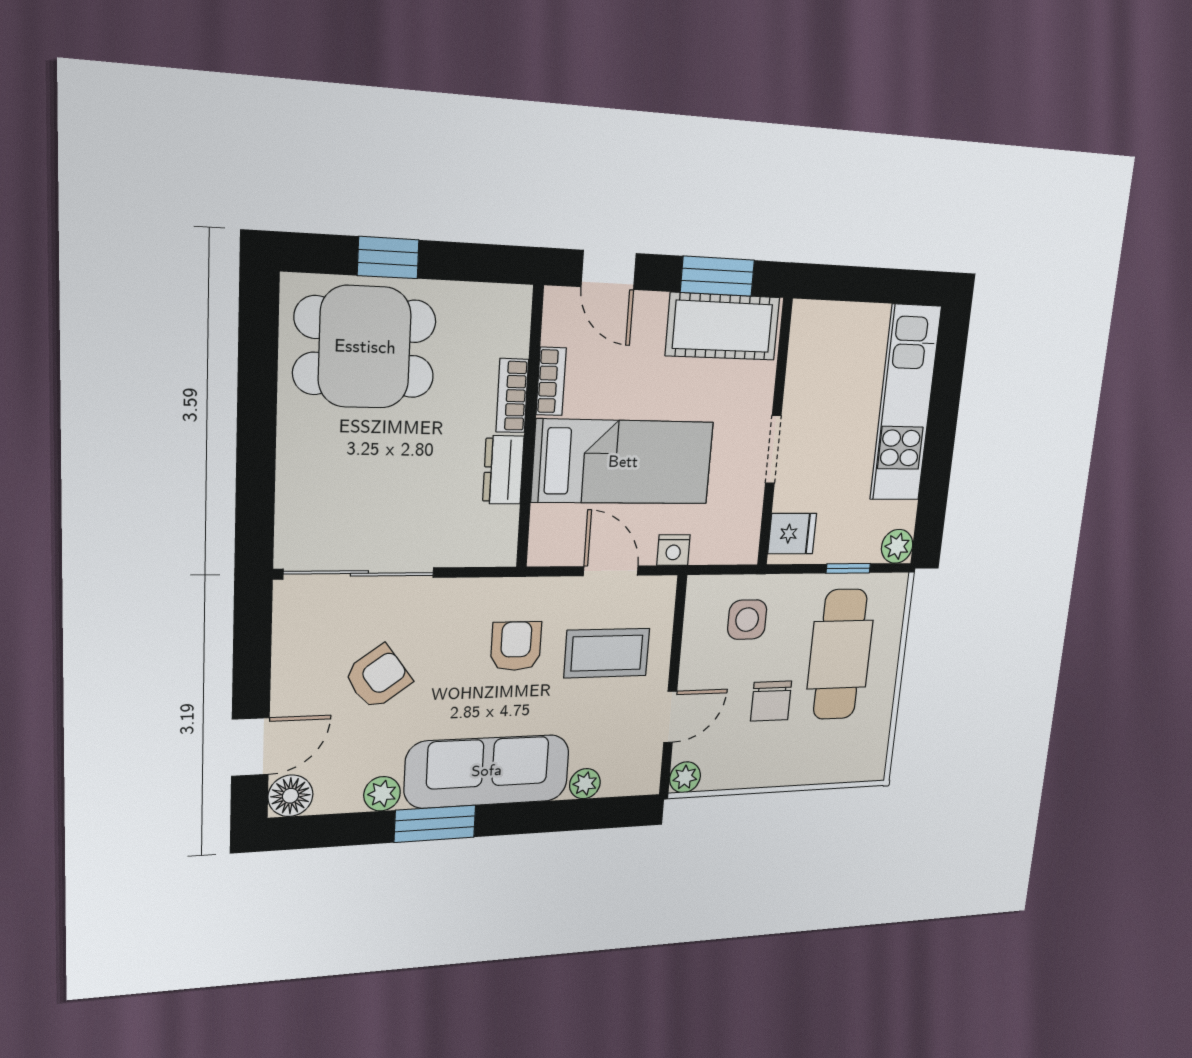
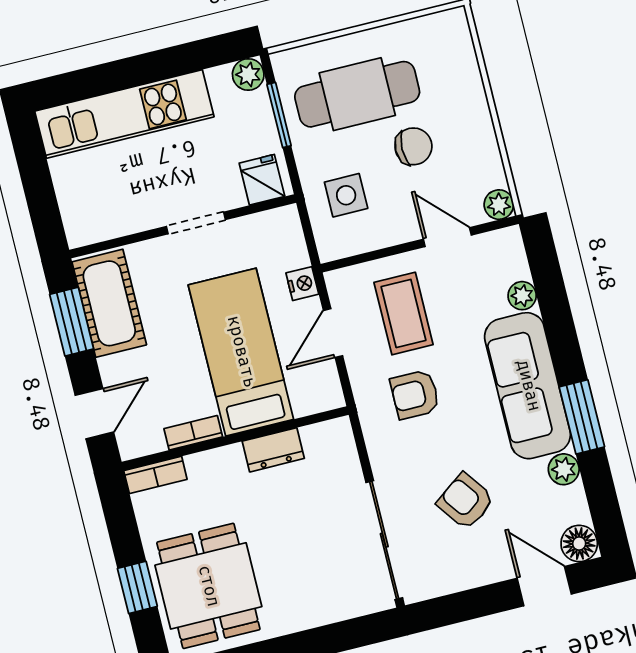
bookcase: (512, 396) -> (155, 475), moved
window: (848, 568) -> (279, 115), width x1.50

